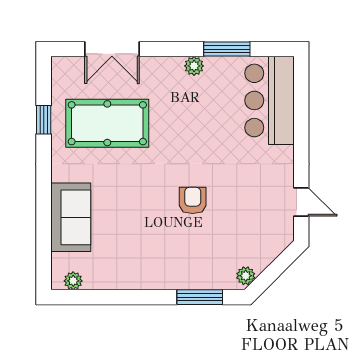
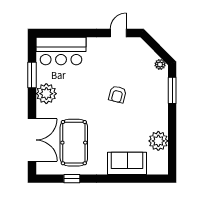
double door: (112, 49) -> (32, 140), width x1.37
plant: (194, 66) -> (46, 94), width x1.87, depth x1.87
armchair: (193, 200) -> (117, 94), turned -76
plant: (73, 281) -> (158, 141), moved, width x1.87, depth x1.87

